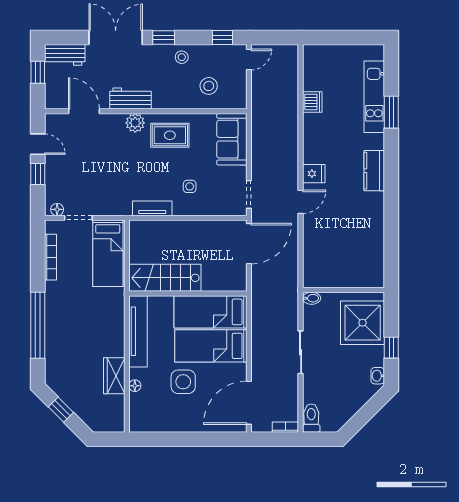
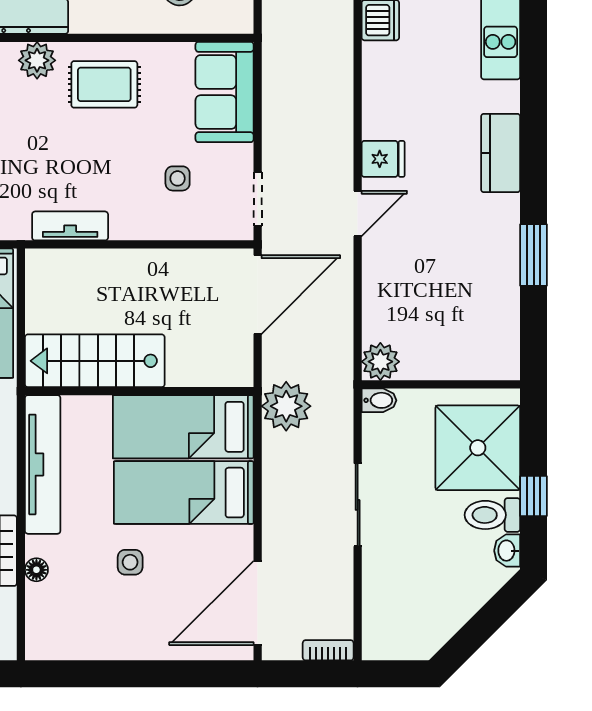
window: (391, 112) -> (534, 255), moved
side table: (190, 186) -> (178, 178), moved
plant: (312, 278) -> (380, 362), added
plant: (264, 301) -> (286, 406), added
side table: (183, 382) -> (130, 562), width x0.54, depth x0.54
toilet: (311, 418) -> (492, 515), moved, turned -90

